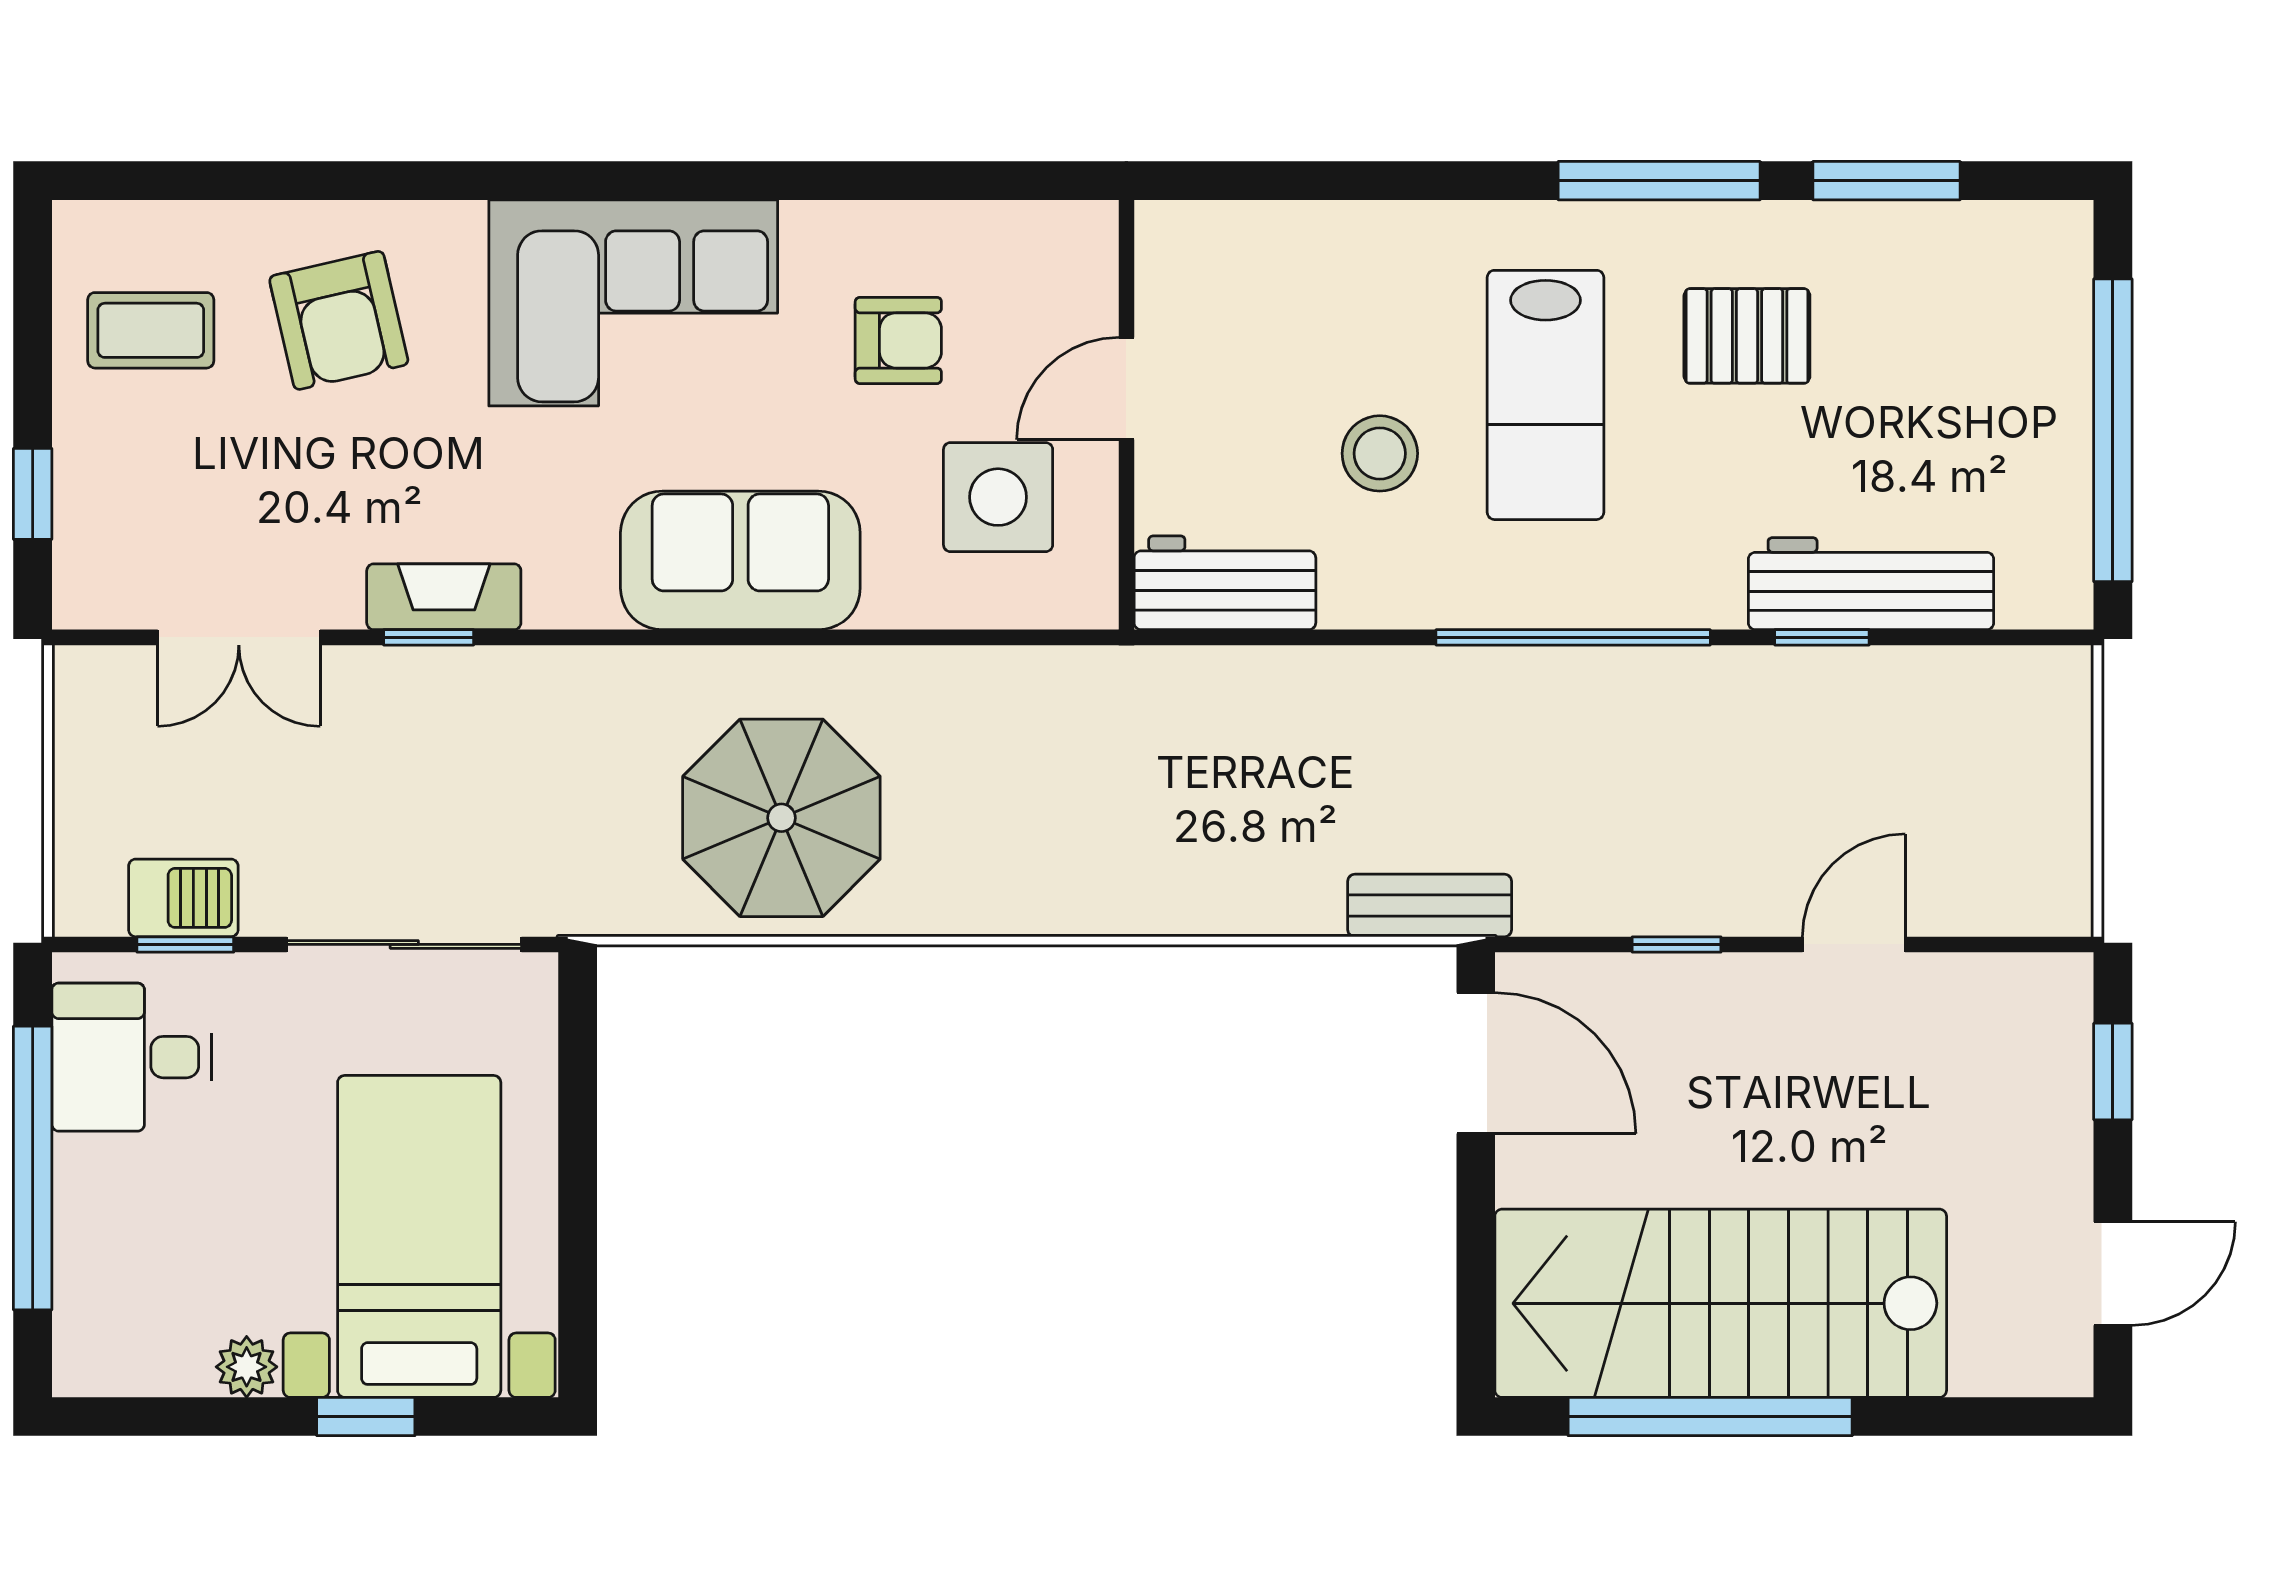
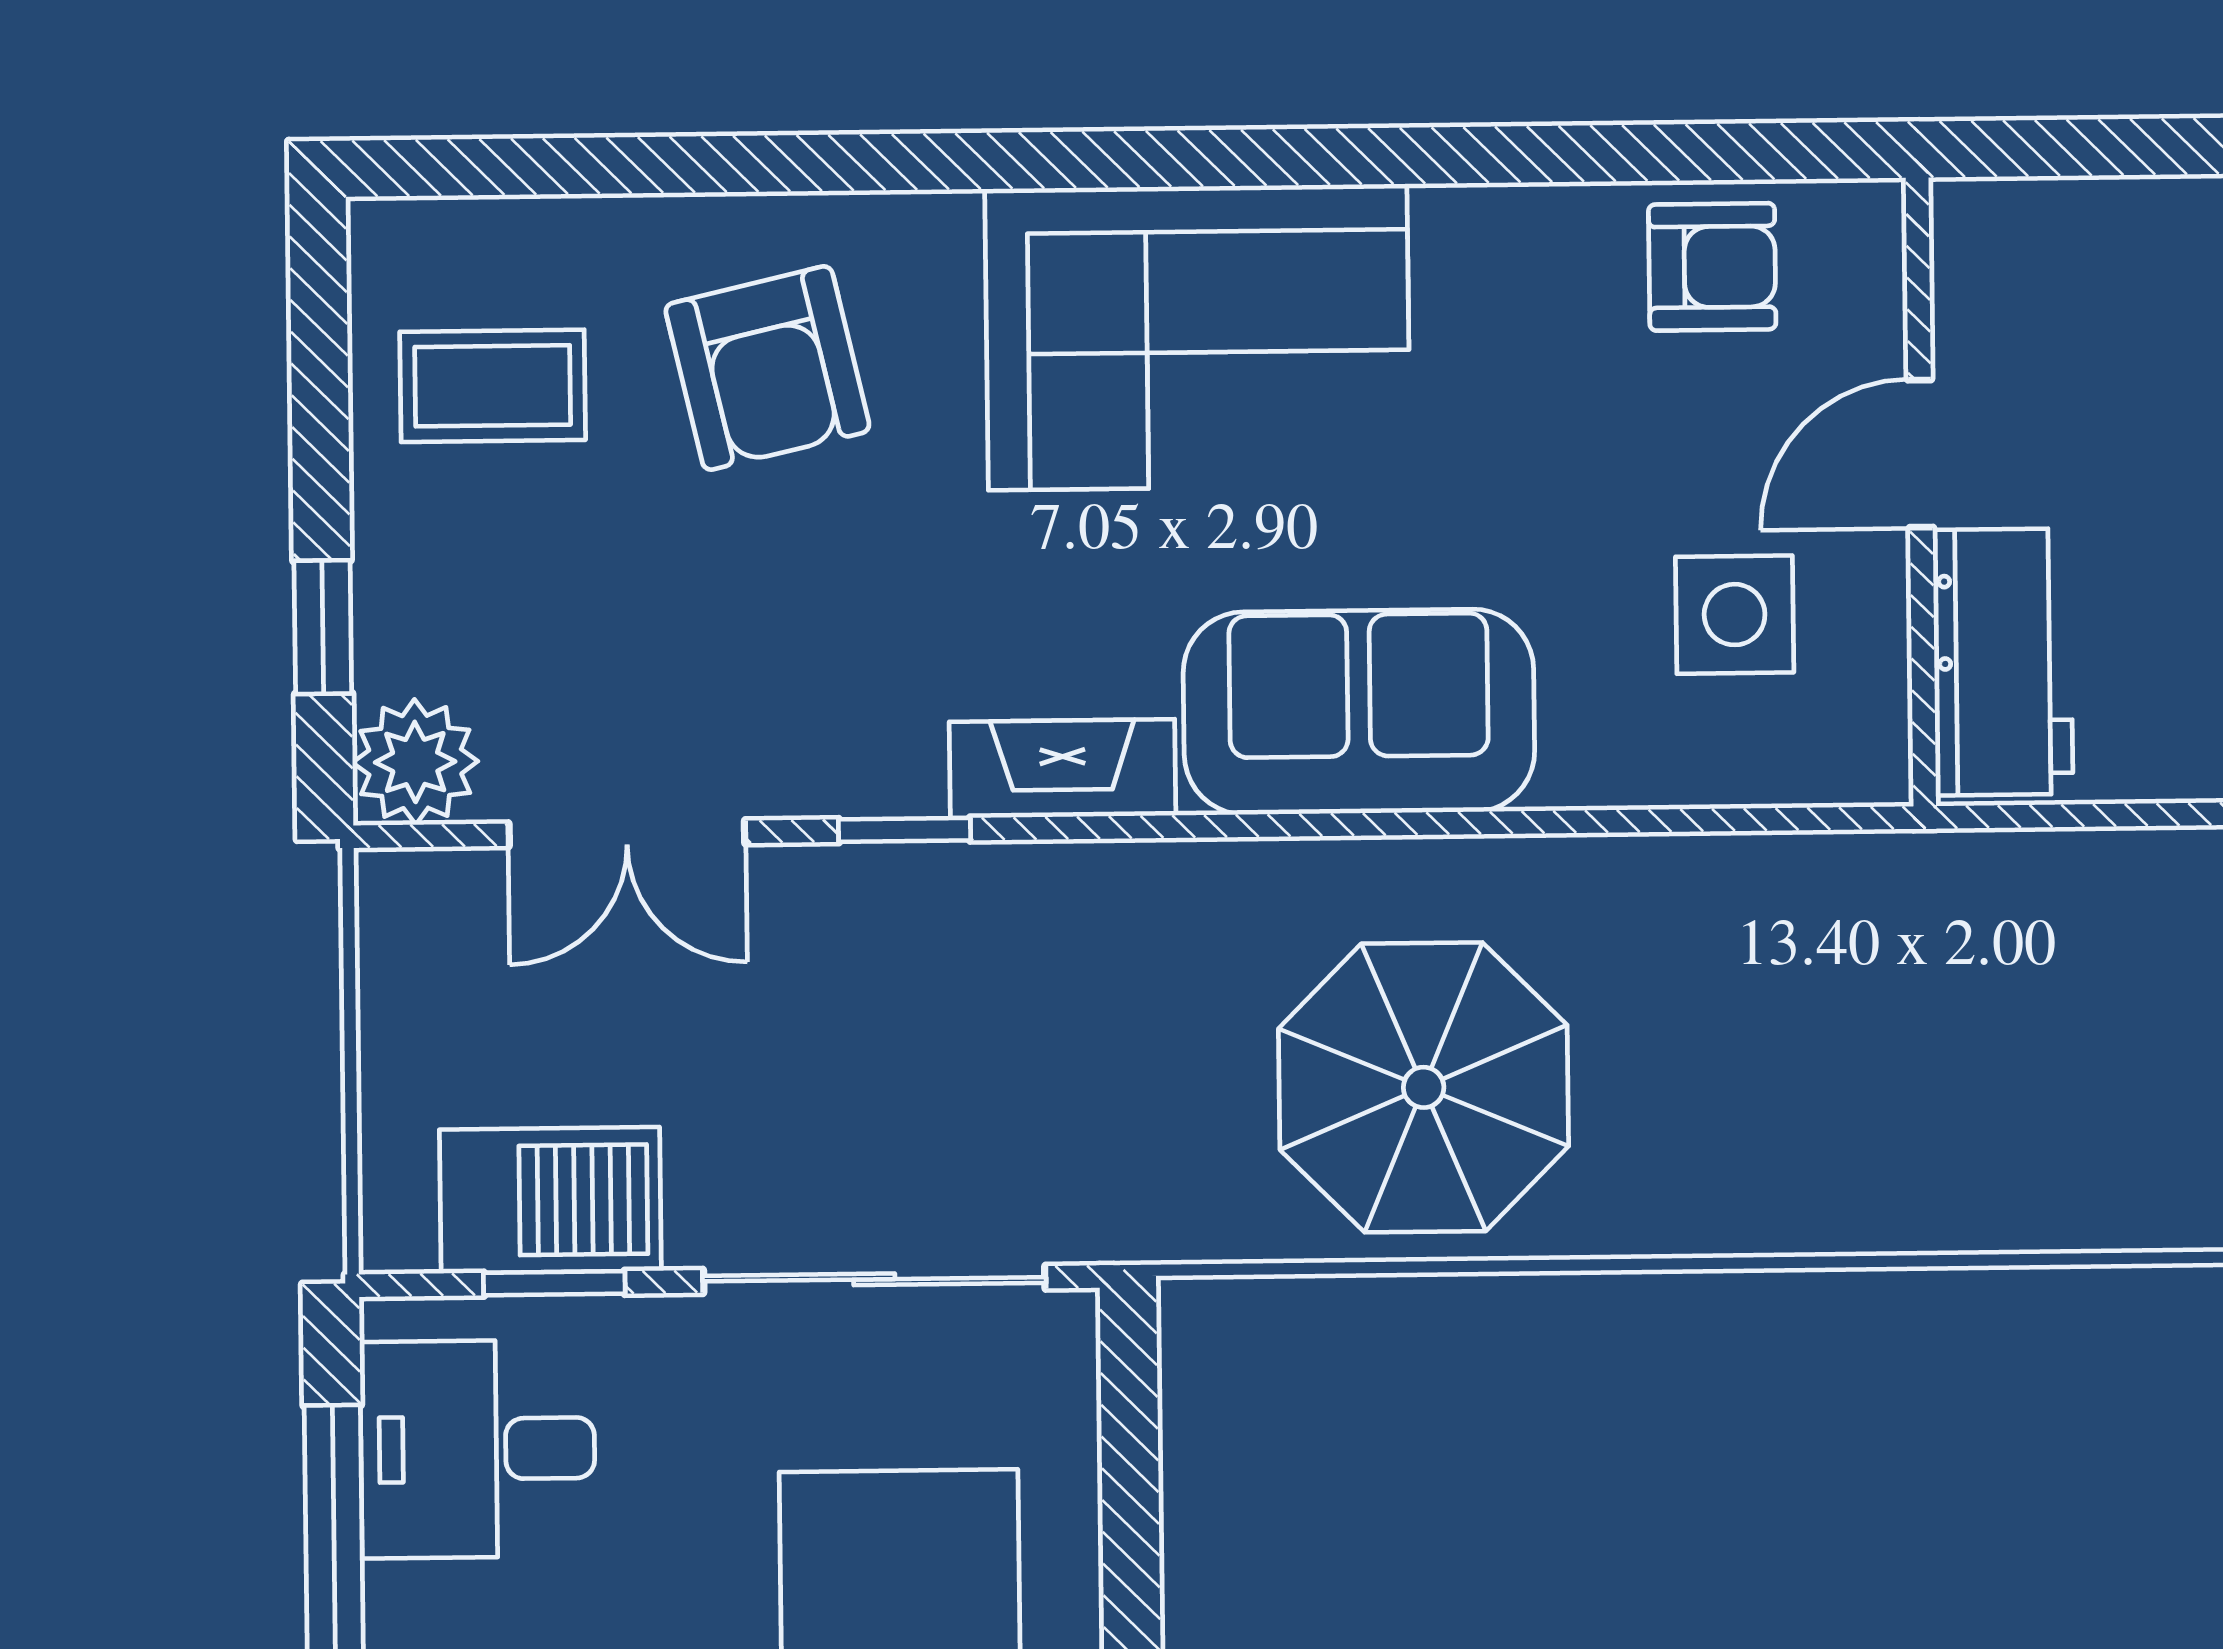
armchair: (898, 340) -> (1712, 267), moved
side table: (998, 497) -> (1735, 615), width x0.73, depth x0.73
workbench: (1225, 583) -> (2003, 662), moved, turned 90
plant: (95, 587) -> (415, 762), added
fireplace: (444, 597) -> (1063, 769), moved
barbecue: (183, 898) -> (550, 1200), width x1.38, depth x1.27

